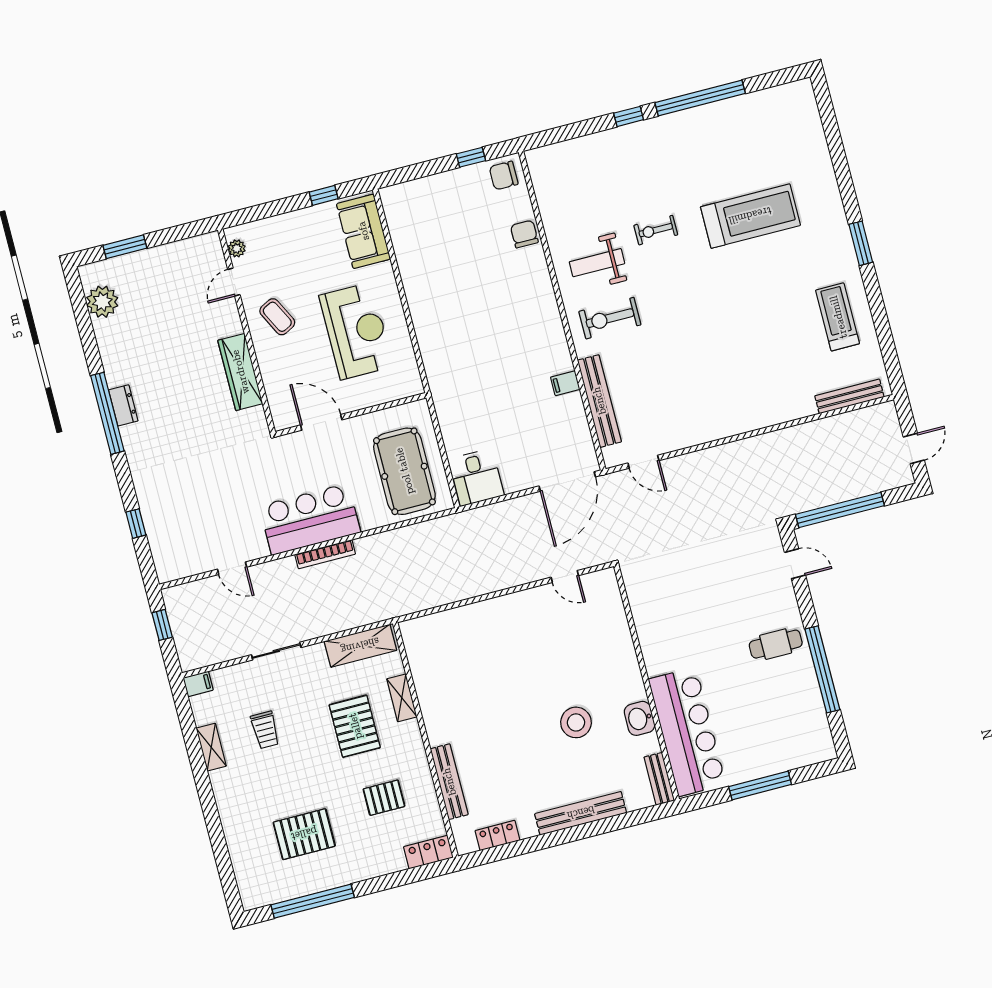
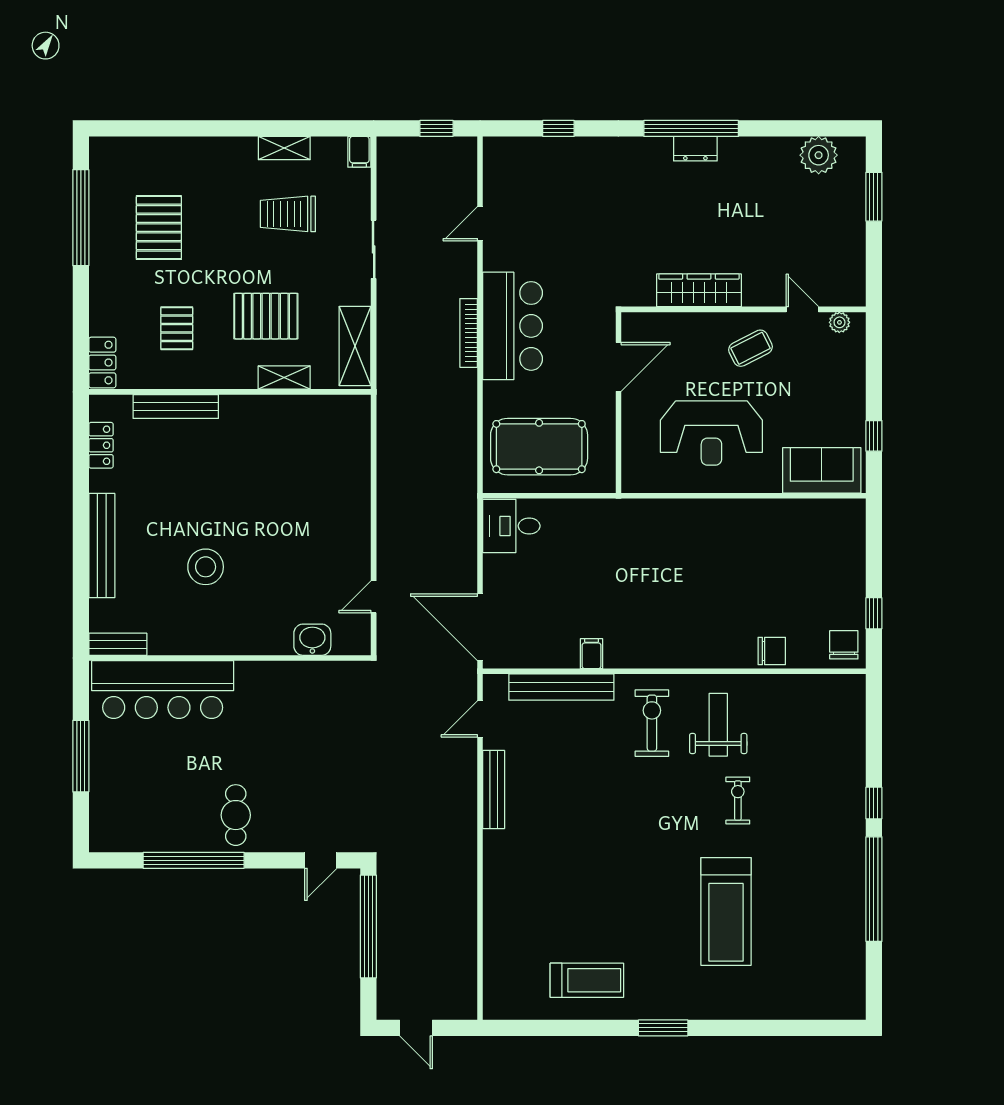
bench: (849, 396) -> (494, 790), moved
washbasin: (640, 718) -> (312, 640), moved
trolley: (265, 730) -> (288, 214), width x1.36, depth x1.39

